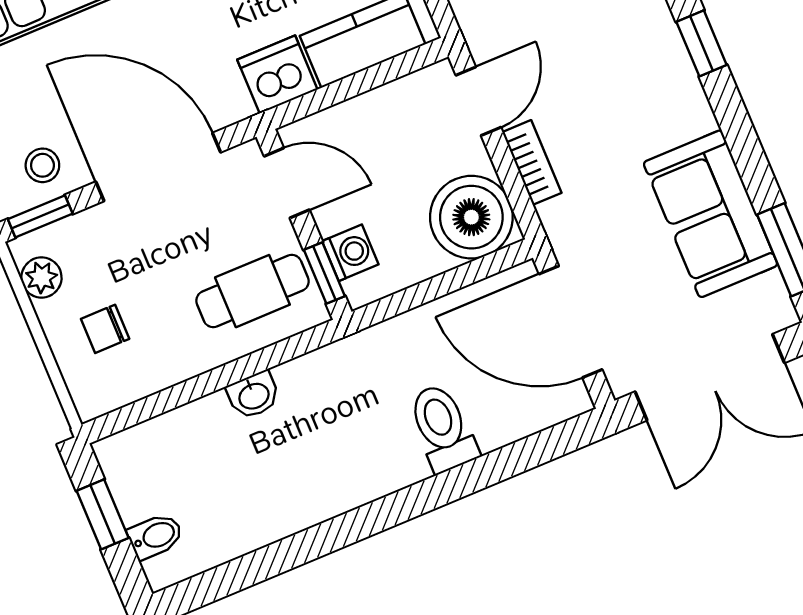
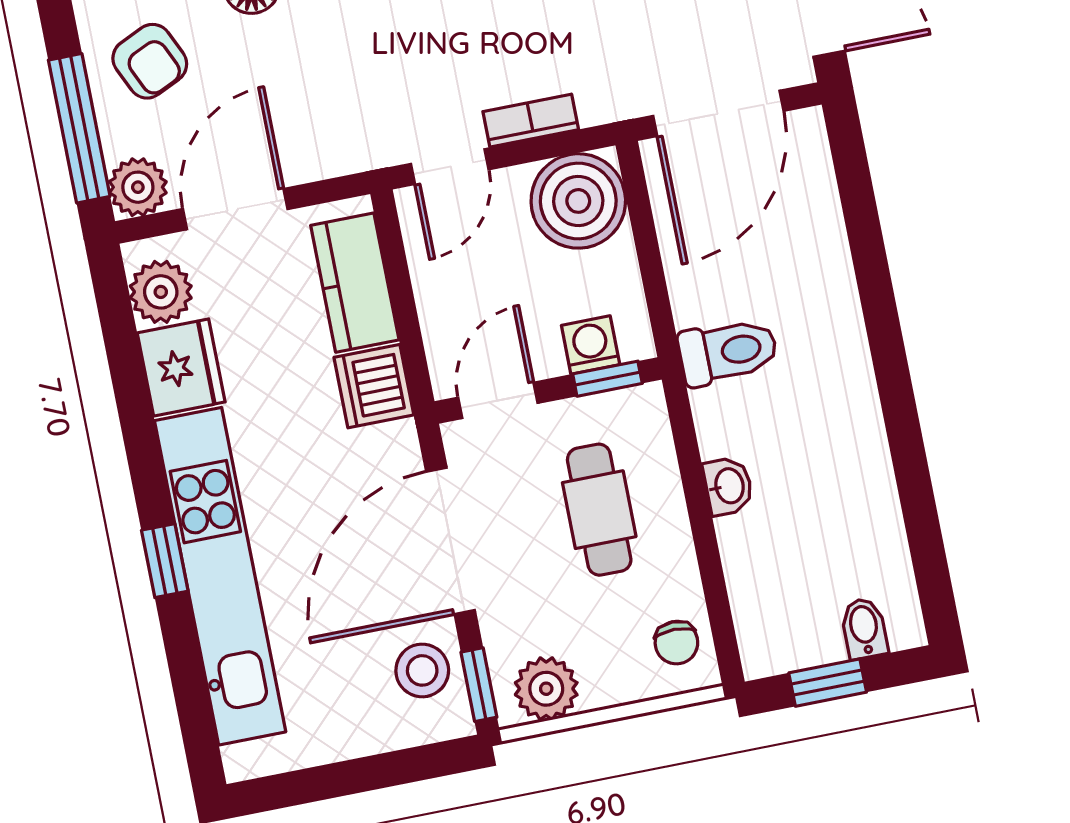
door: (478, 101) -> (450, 167), swing flipped
stool: (42, 165) -> (422, 670), width x1.37, depth x1.37
plant: (41, 277) -> (546, 689), width x1.38, depth x1.38
cafe table: (252, 291) -> (599, 510), moved
chair: (105, 329) -> (676, 643), moved
toilet: (442, 428) -> (728, 352), moved, turned 180

